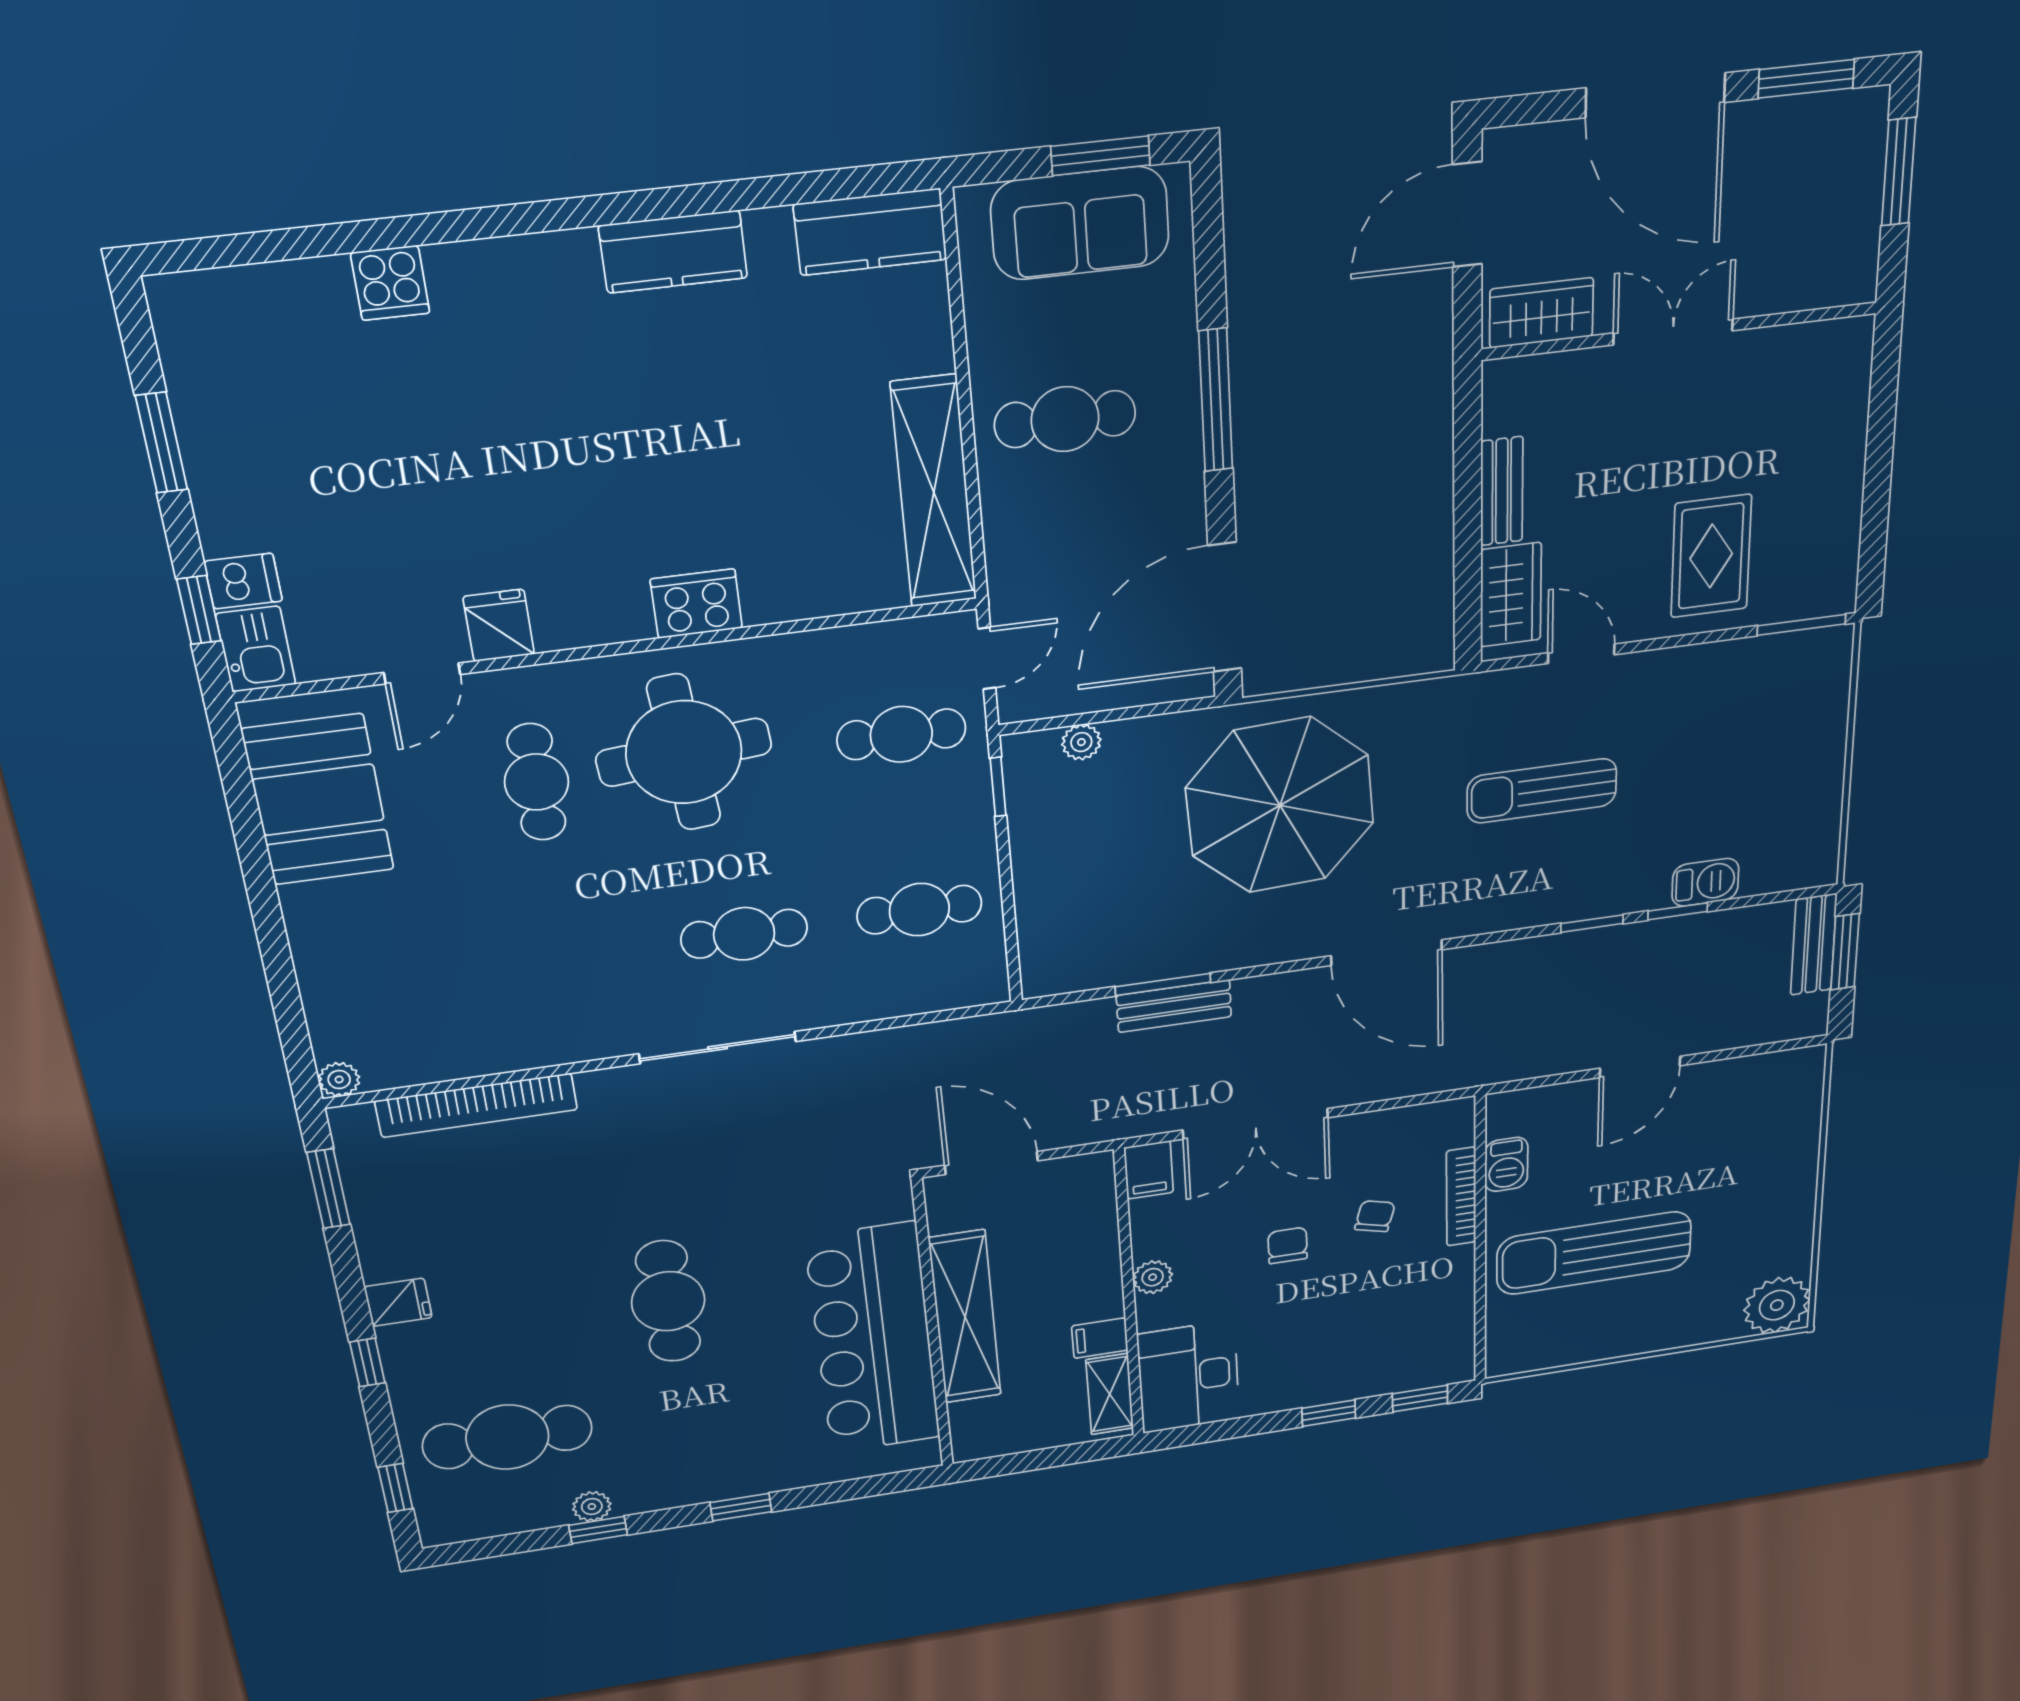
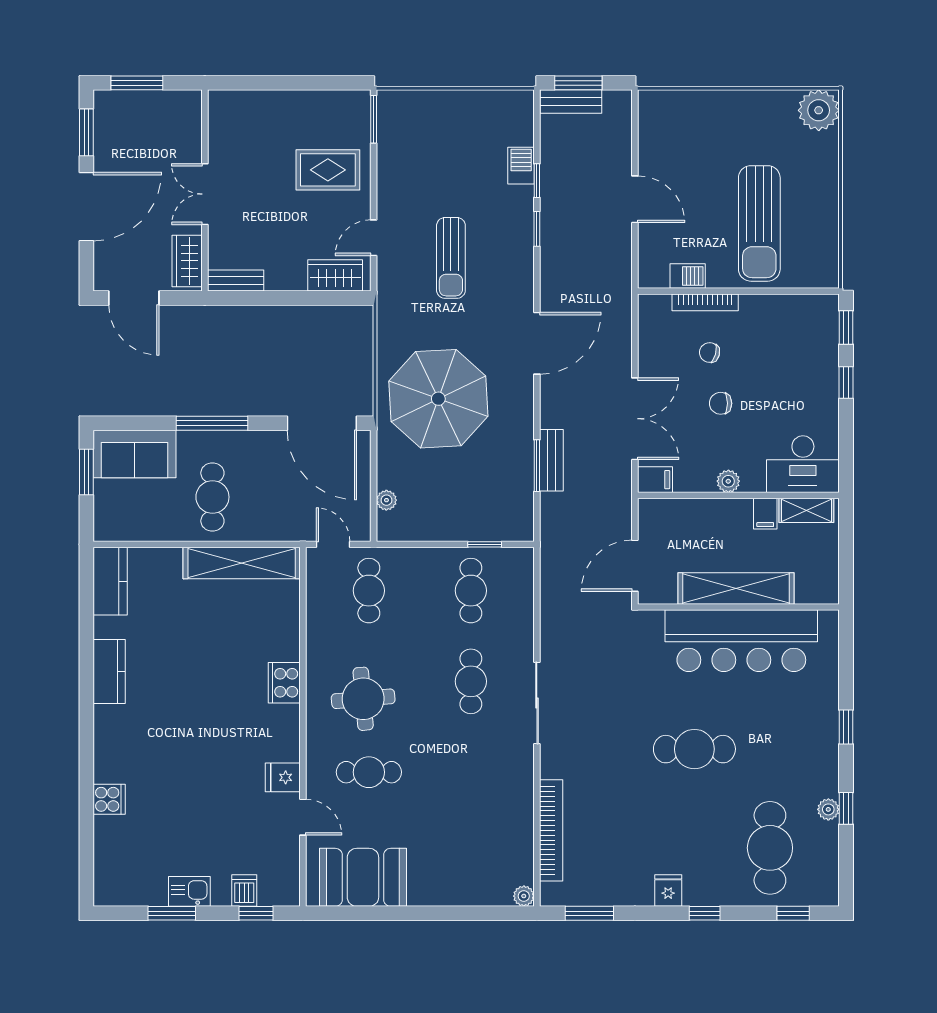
sofa: (1080, 223) -> (135, 454), moved, turned 90
bench: (1502, 491) -> (236, 280), moved
kitchen sink: (256, 649) -> (189, 891), moved
round table: (684, 752) -> (363, 699), width x0.73, depth x0.73
window: (998, 787) -> (485, 544), moved

